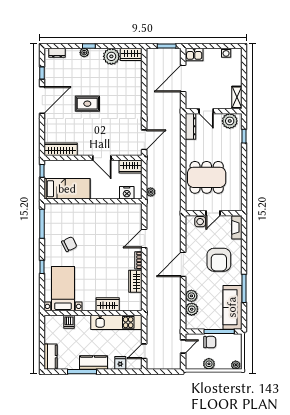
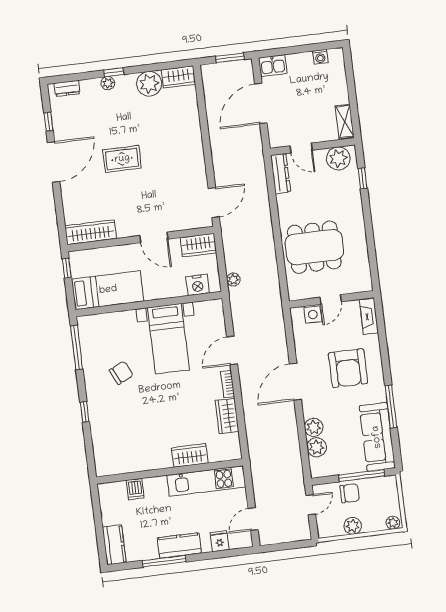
bed with nightstands: (63, 289) -> (168, 339), moved, turned 180

